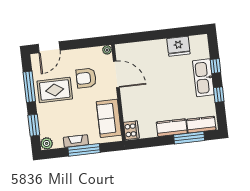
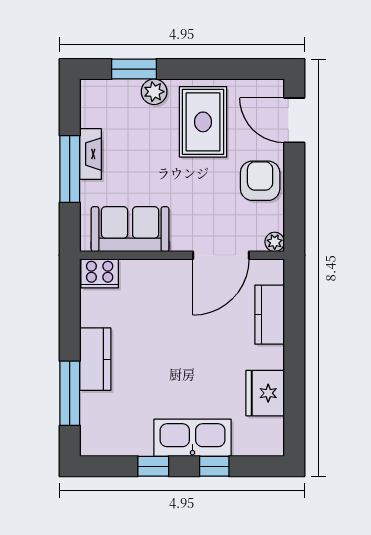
armchair: (86, 78) -> (260, 181), moved
window: (29, 87) -> (216, 69), removed
kitchen counter: (201, 125) -> (270, 315), moved, turned 180
plant: (47, 143) -> (154, 92), moved

